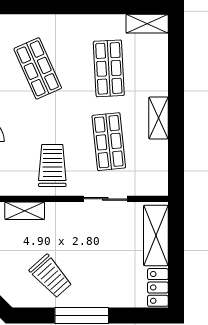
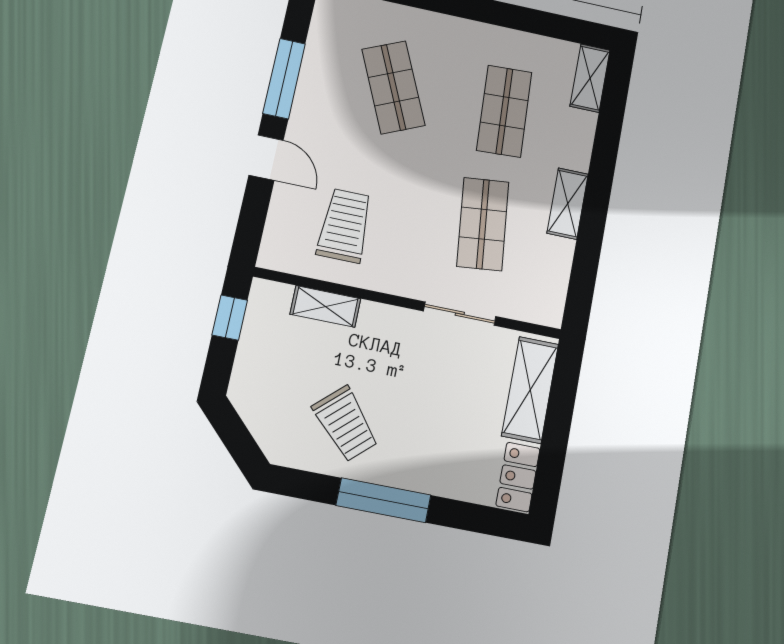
shelving: (147, 24) -> (590, 78), moved, turned 90
trolley: (52, 166) -> (345, 226), moved

